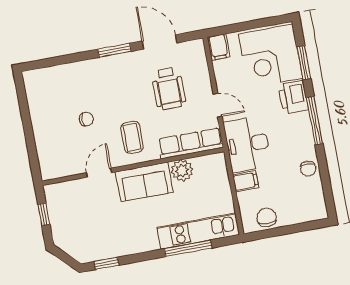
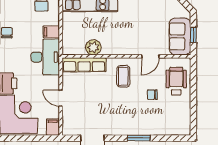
window: (115, 50) -> (139, 138), moved
wheelchair: (169, 88) -> (176, 81), moved
door: (218, 105) -> (61, 98), moved
sofa: (144, 182) -> (180, 36), moved, turned -90

